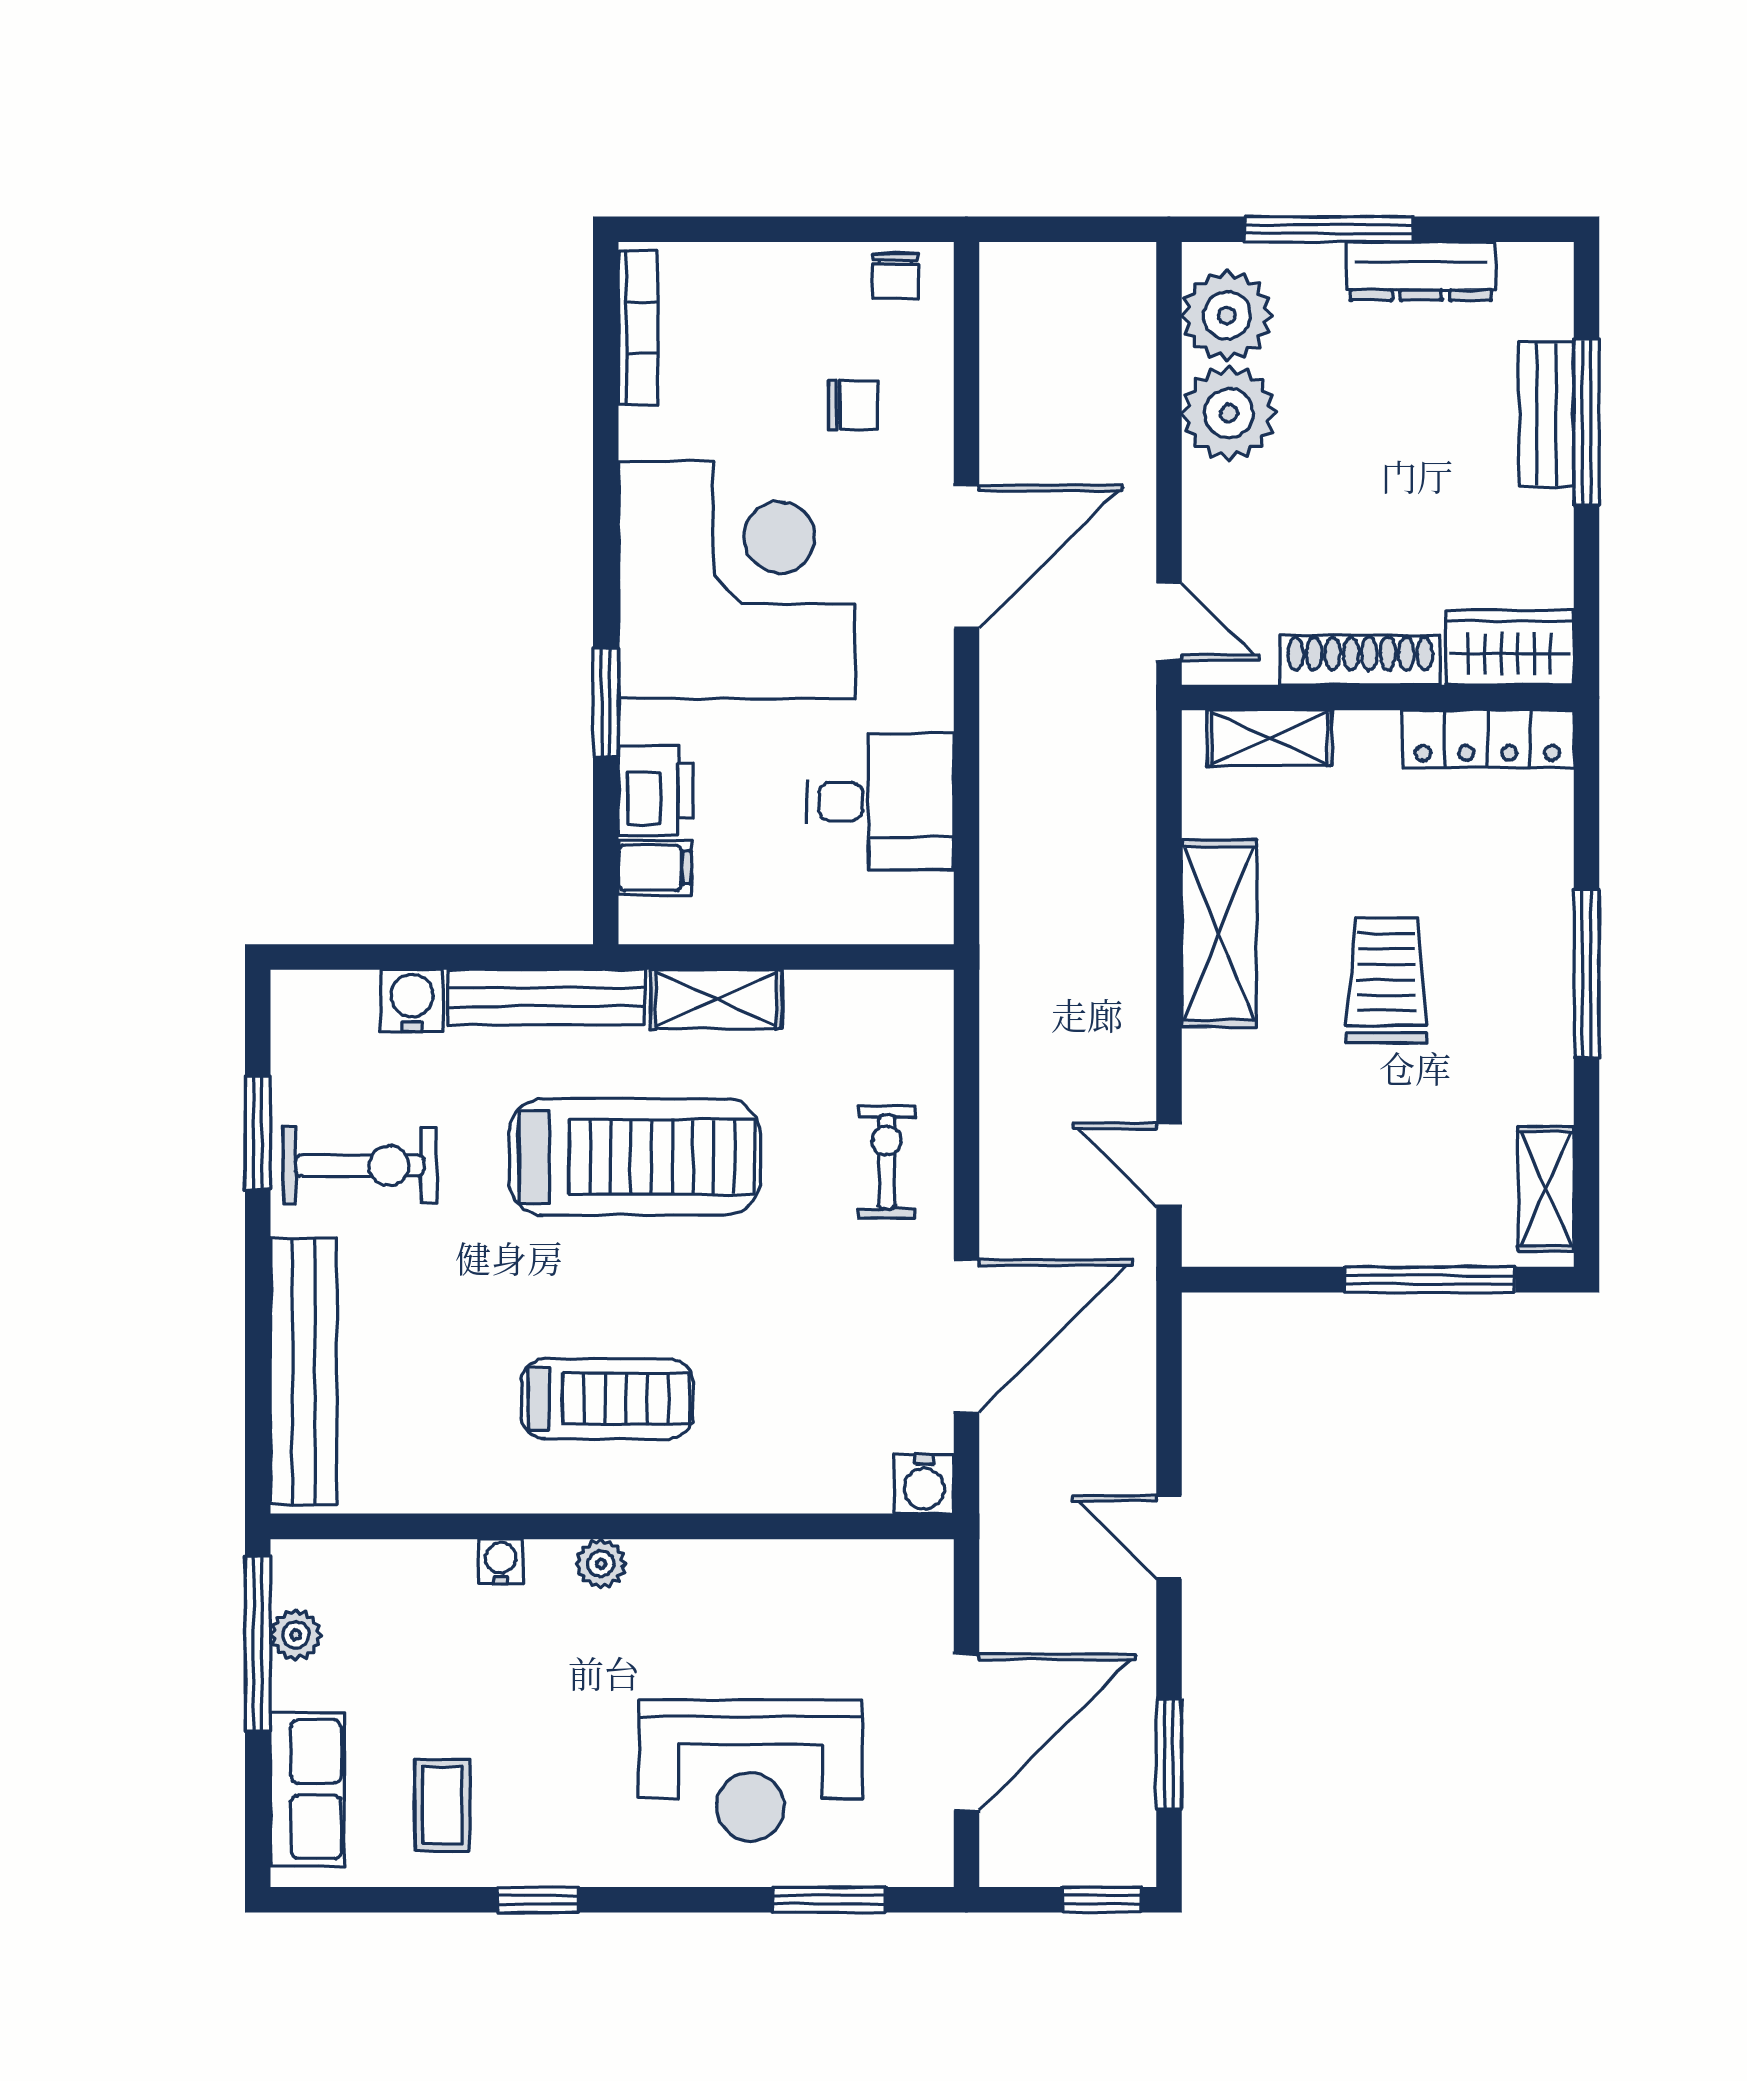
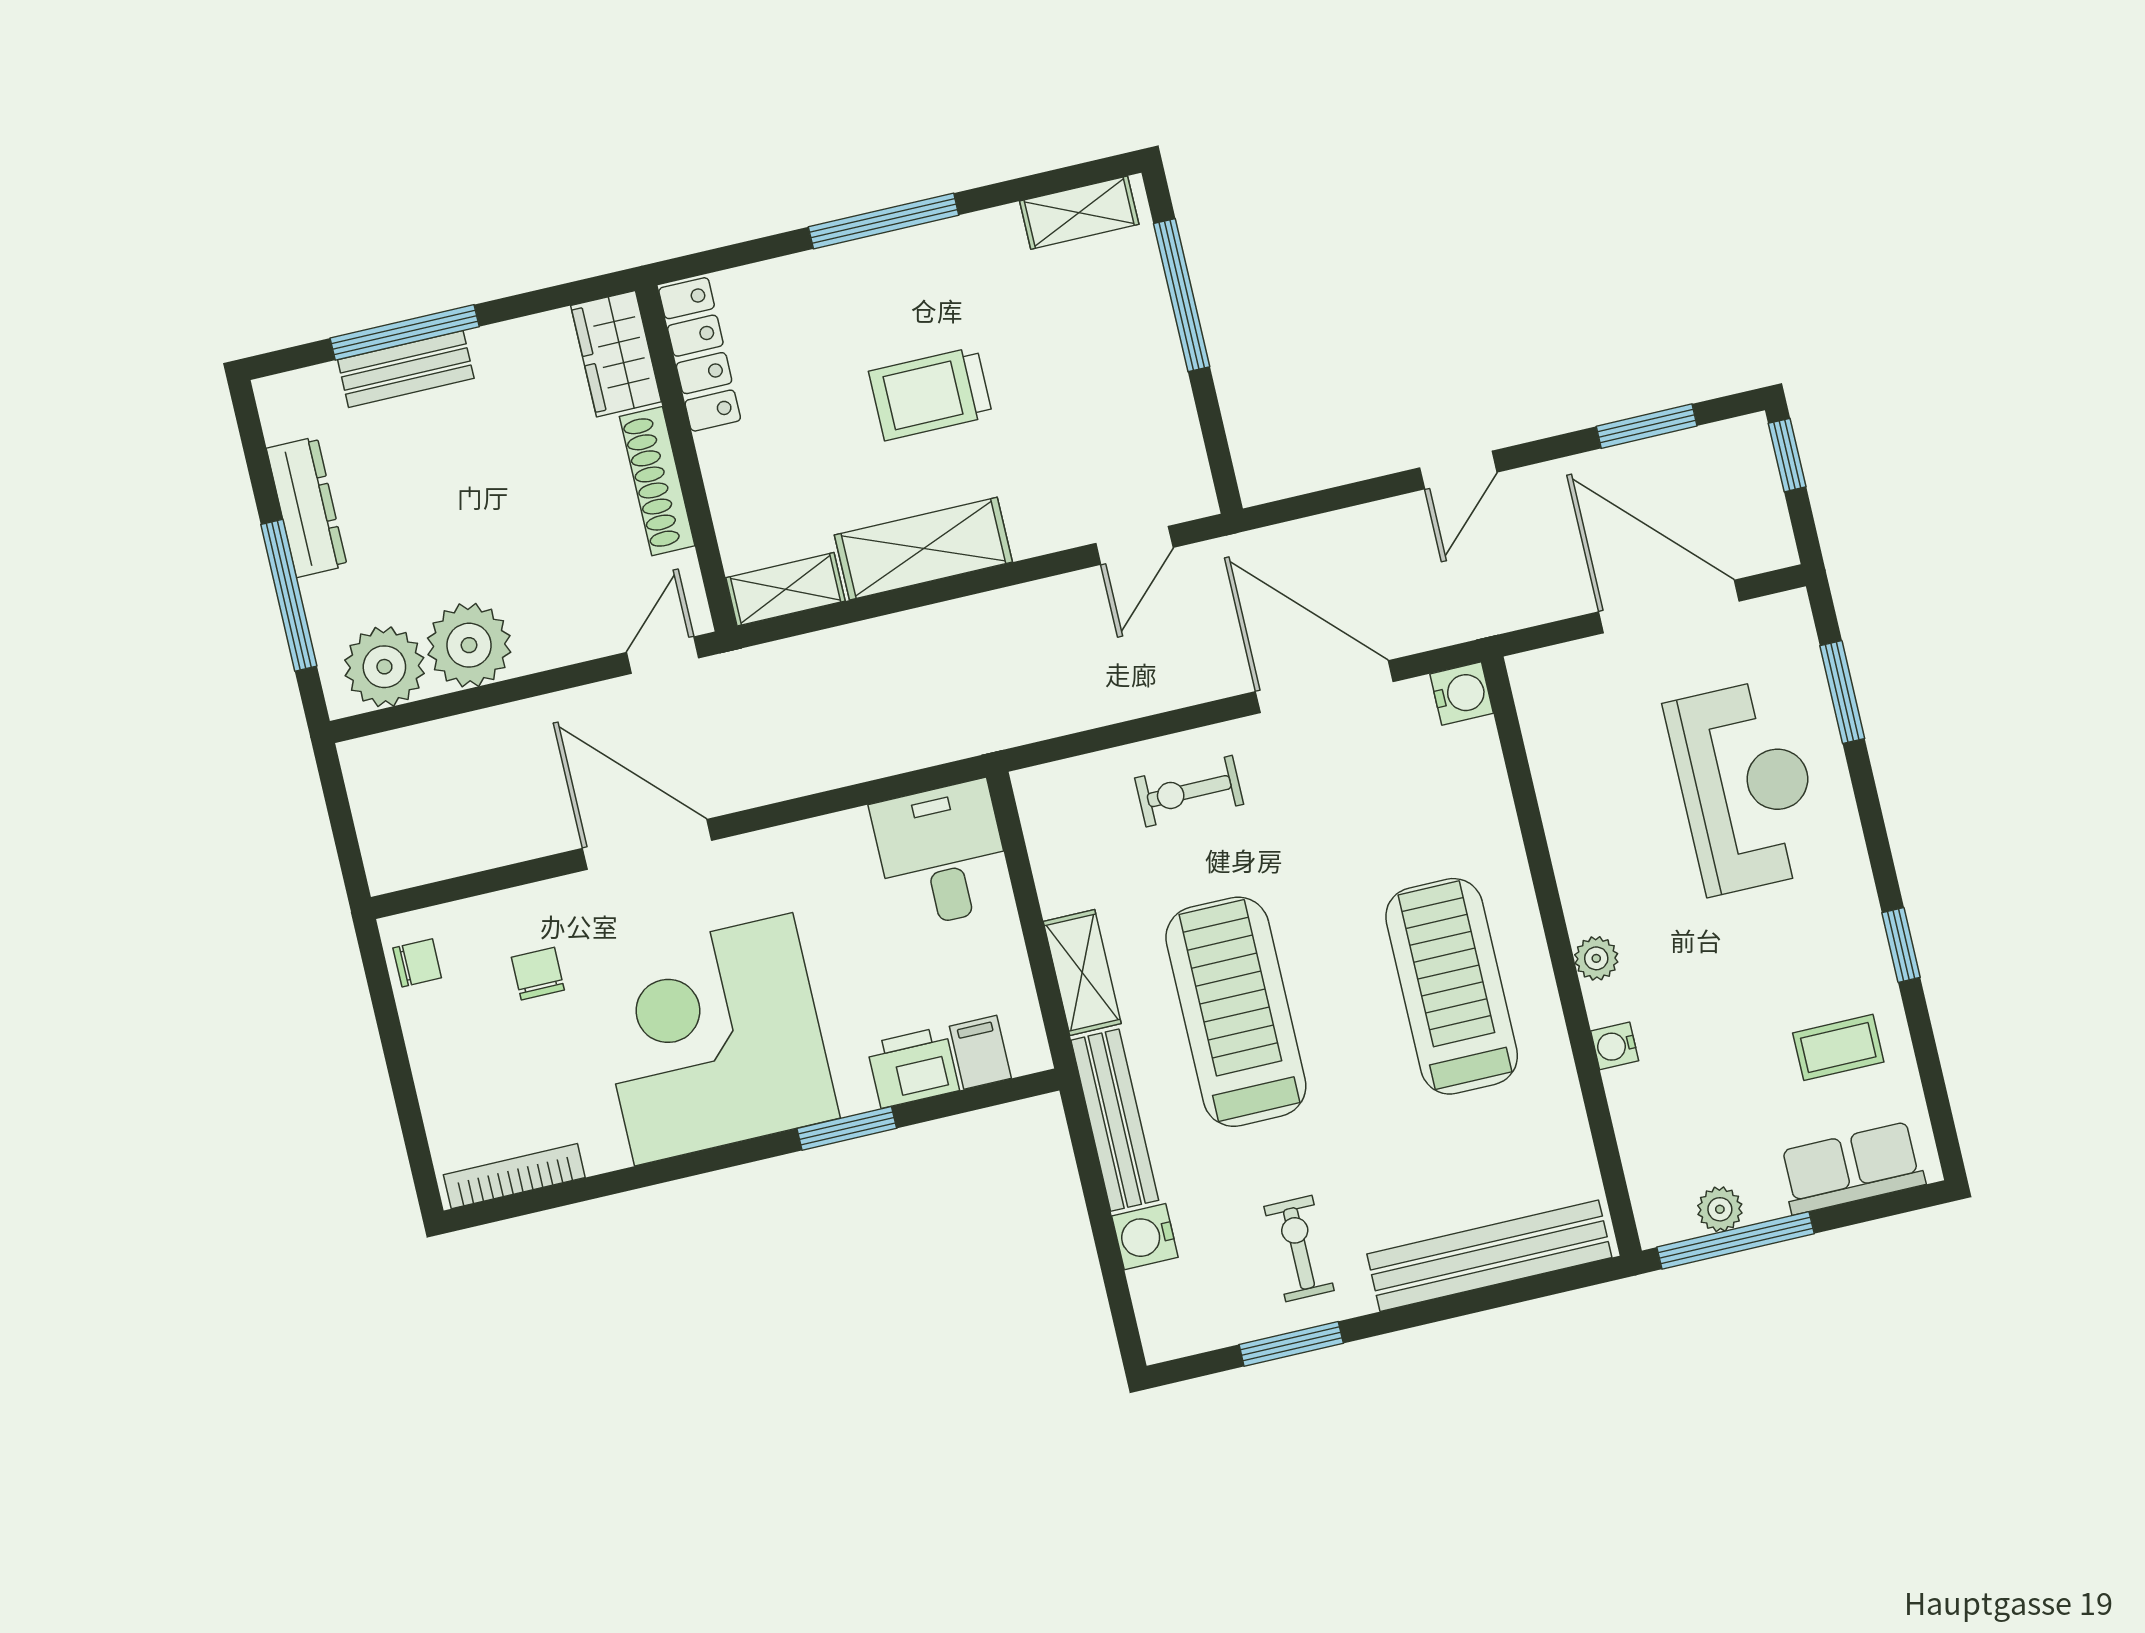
shelving: (1269, 738) -> (786, 589), moved, turned 90
desk: (880, 801) -> (942, 855), moved
exercise bike: (360, 1166) -> (1299, 1248), width x0.73, depth x0.72
treadmill: (607, 1399) -> (1452, 986), width x1.37, depth x1.38

